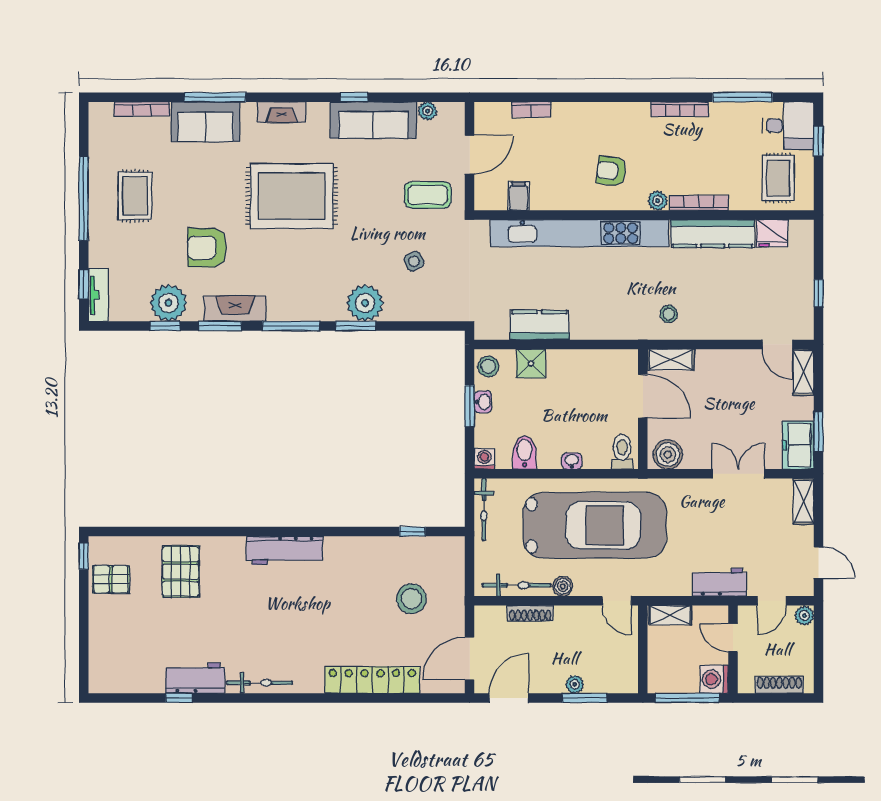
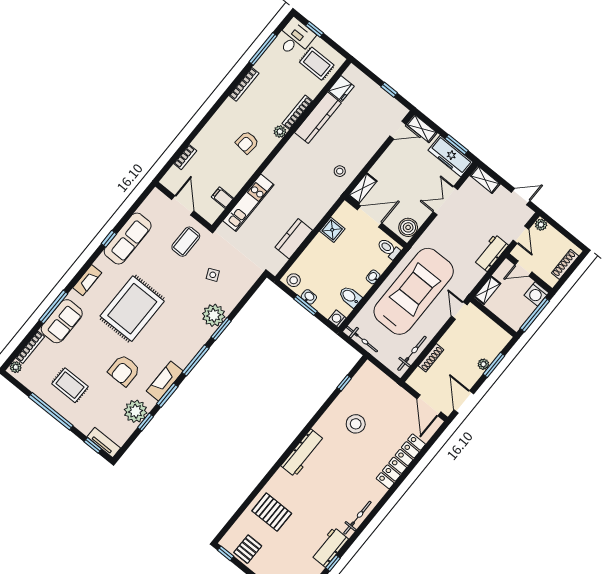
plant: (428, 111) -> (16, 367), moved
kitchen unit: (580, 233) -> (248, 203), width x0.54
shower: (531, 363) -> (332, 230), moved
freezer: (798, 445) -> (451, 156), width x1.40
boiler: (563, 586) -> (431, 331), removed
stool: (411, 599) -> (356, 424), moved
door: (617, 601) -> (459, 311), swing flipped

